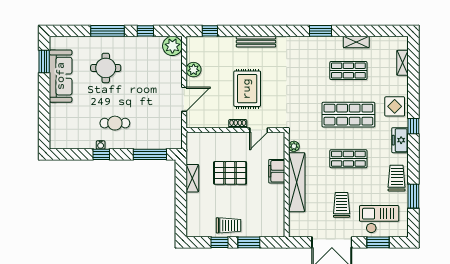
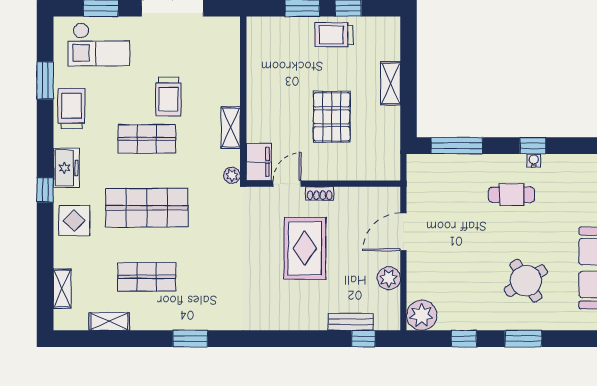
window: (107, 31) -> (523, 339), width x0.69
bench: (256, 42) -> (351, 322), moved, width x0.73
shelving: (356, 42) -> (109, 321), moved
round table: (106, 68) -> (526, 281), turned -32
plant: (294, 146) -> (232, 175), moved
filing cabinet: (277, 171) -> (259, 162), moved
pallet: (230, 173) -> (332, 117), turned 90
shelving: (192, 178) -> (391, 83), moved
trolley: (397, 178) -> (72, 109), turned 180
shelving: (297, 182) -> (231, 127), width x0.45, depth x0.75
trolley: (342, 205) -> (168, 97), moved

